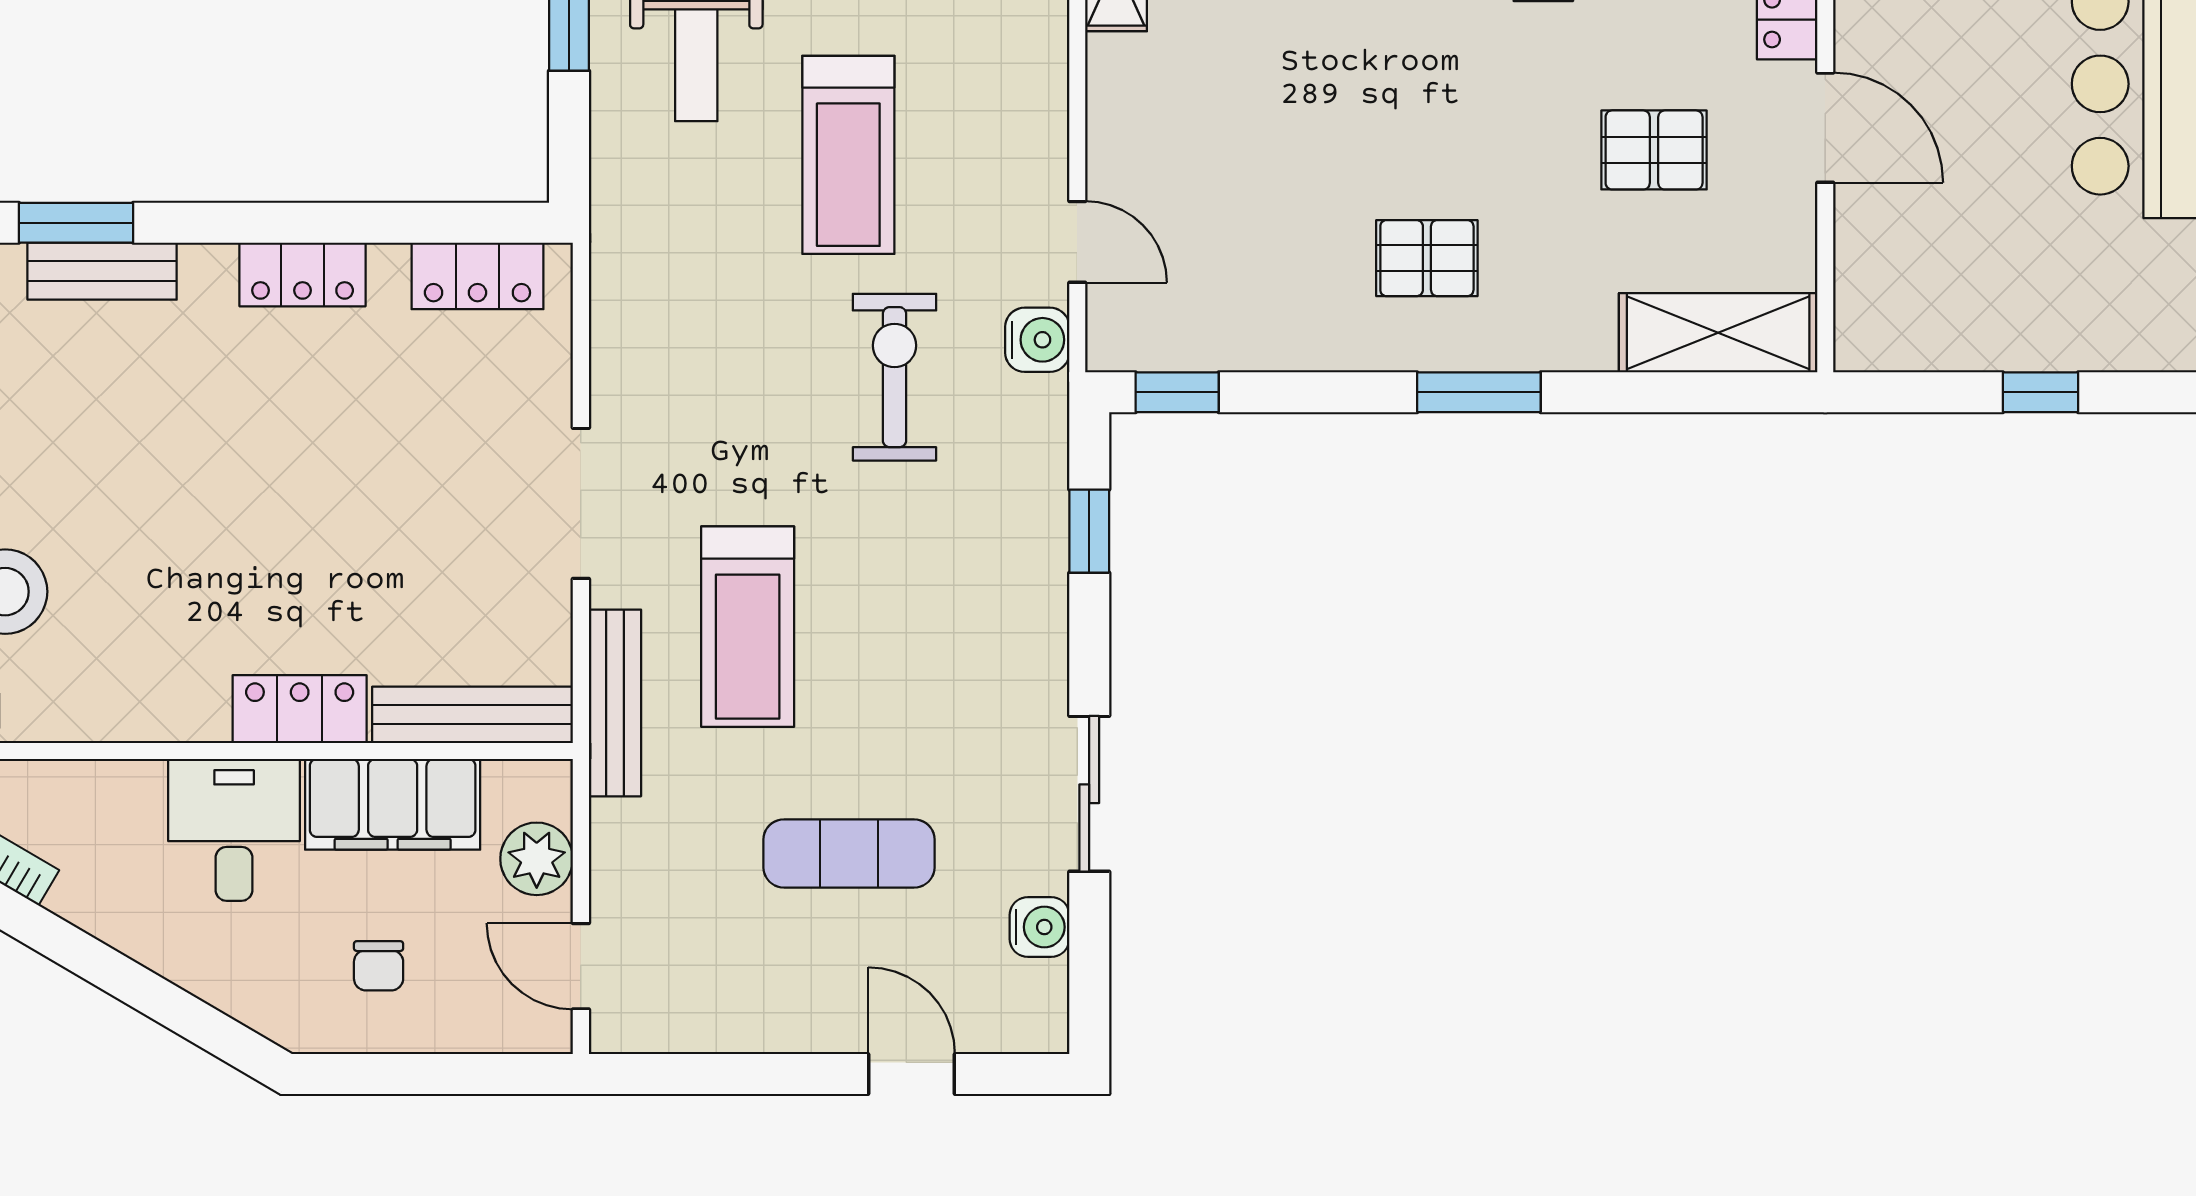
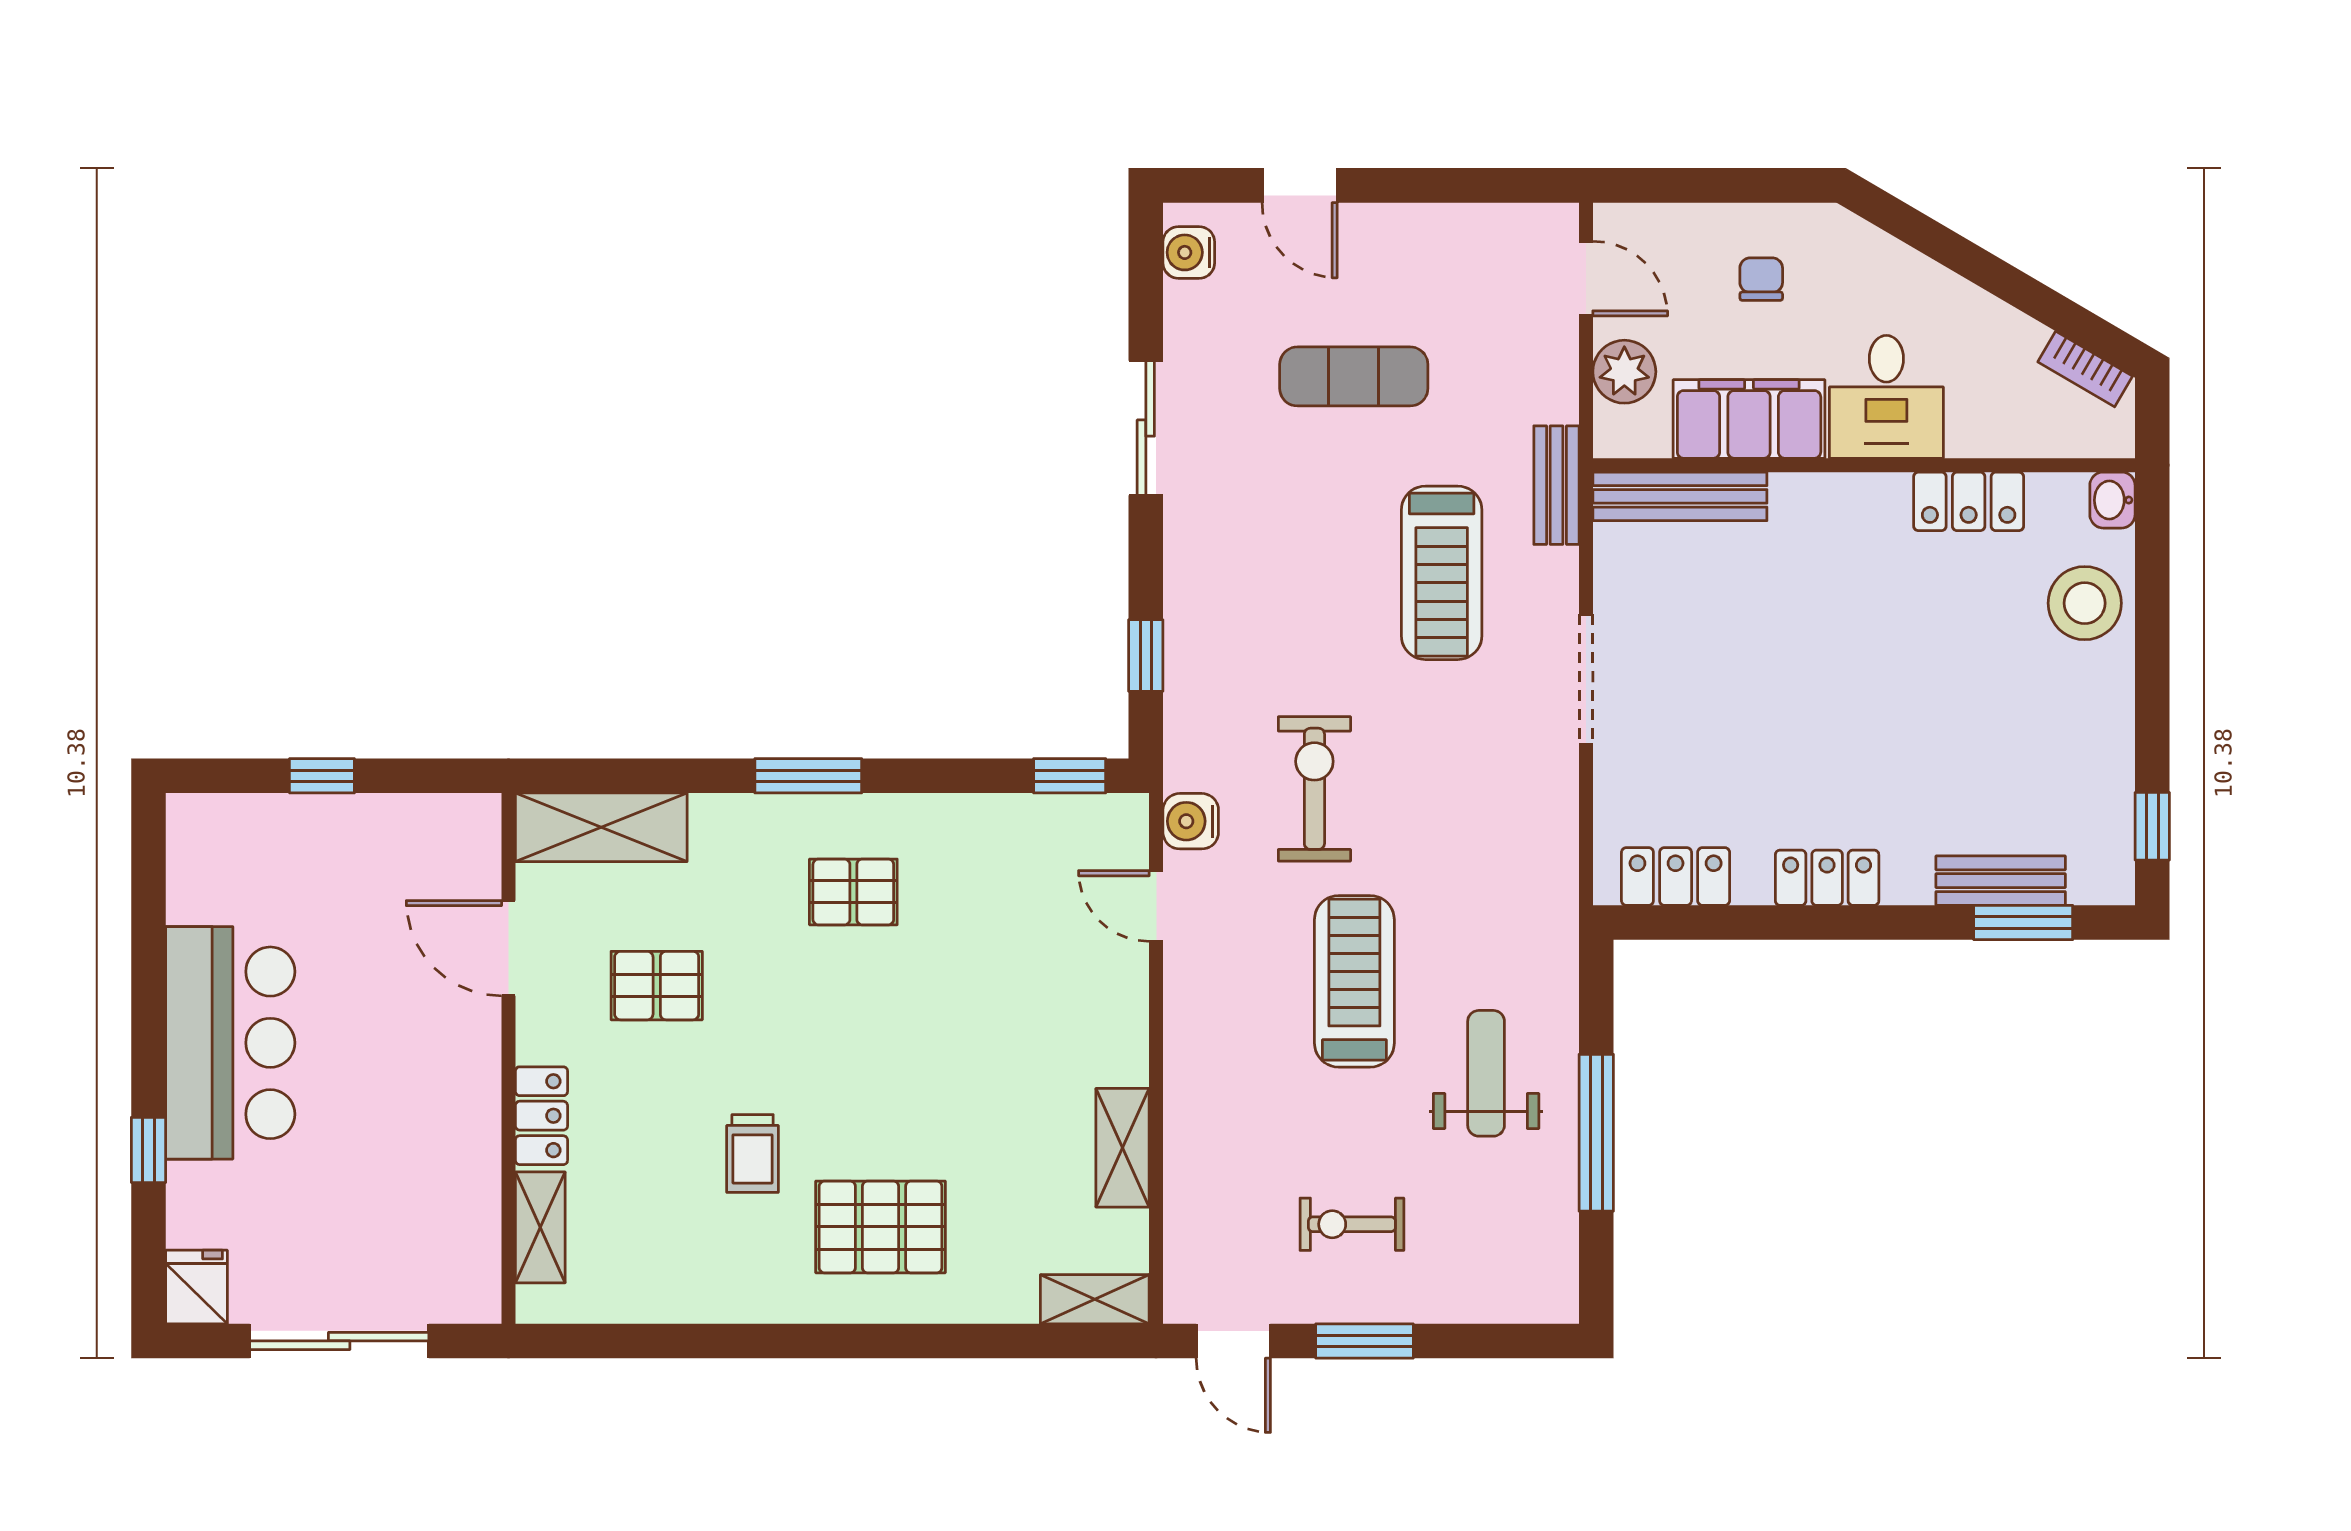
door: (1825, 128) -> (508, 948), moved
exercise bike: (894, 377) -> (1314, 789), turned 180
treadmill: (748, 627) -> (1442, 573), turned 180
bench: (615, 703) -> (1556, 485), width x0.73
locker: (300, 709) -> (1969, 501), moved
water cooler: (1040, 927) -> (1189, 252), moved

